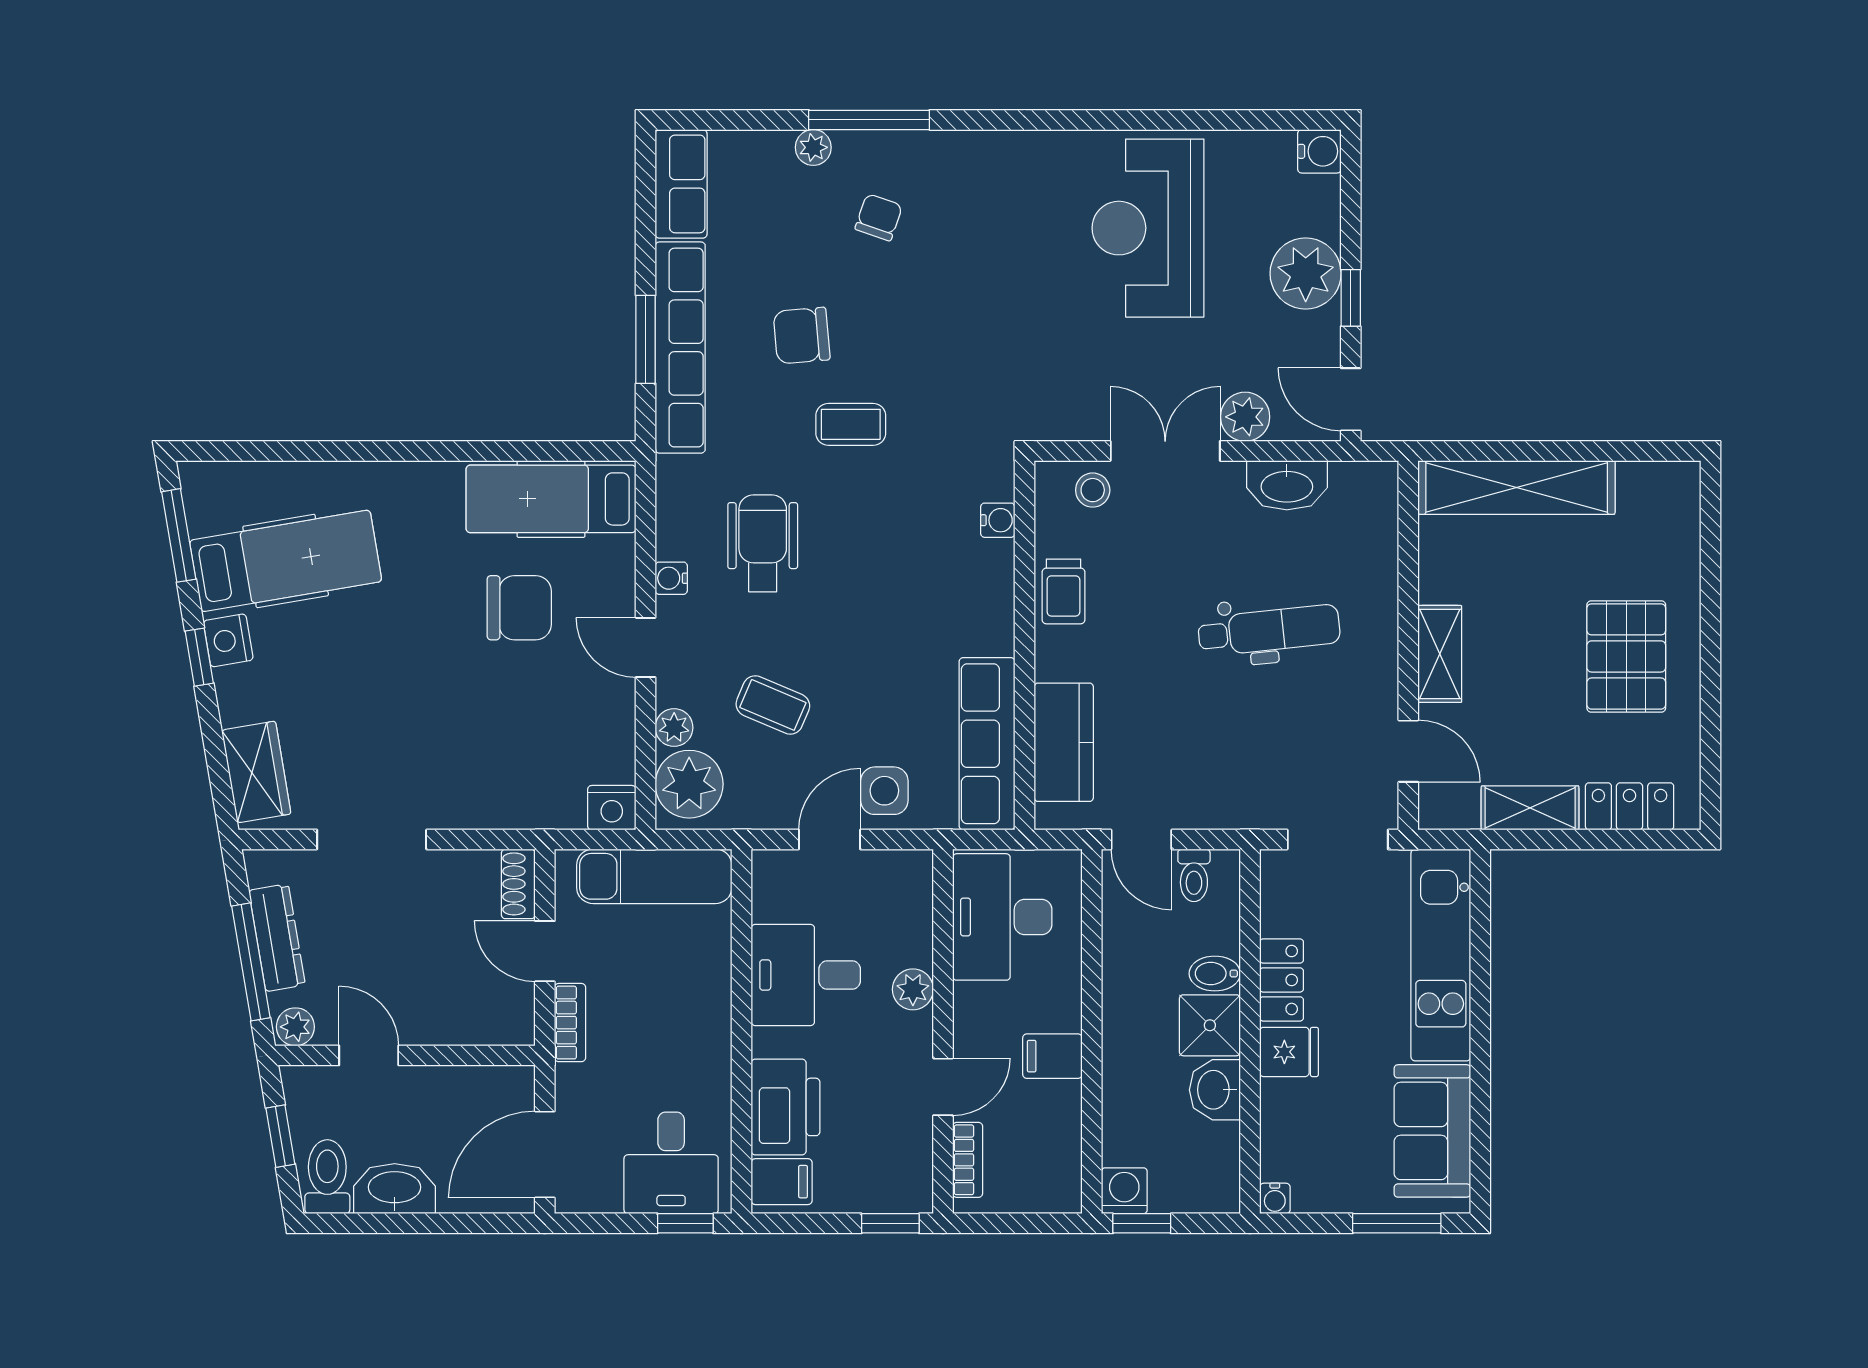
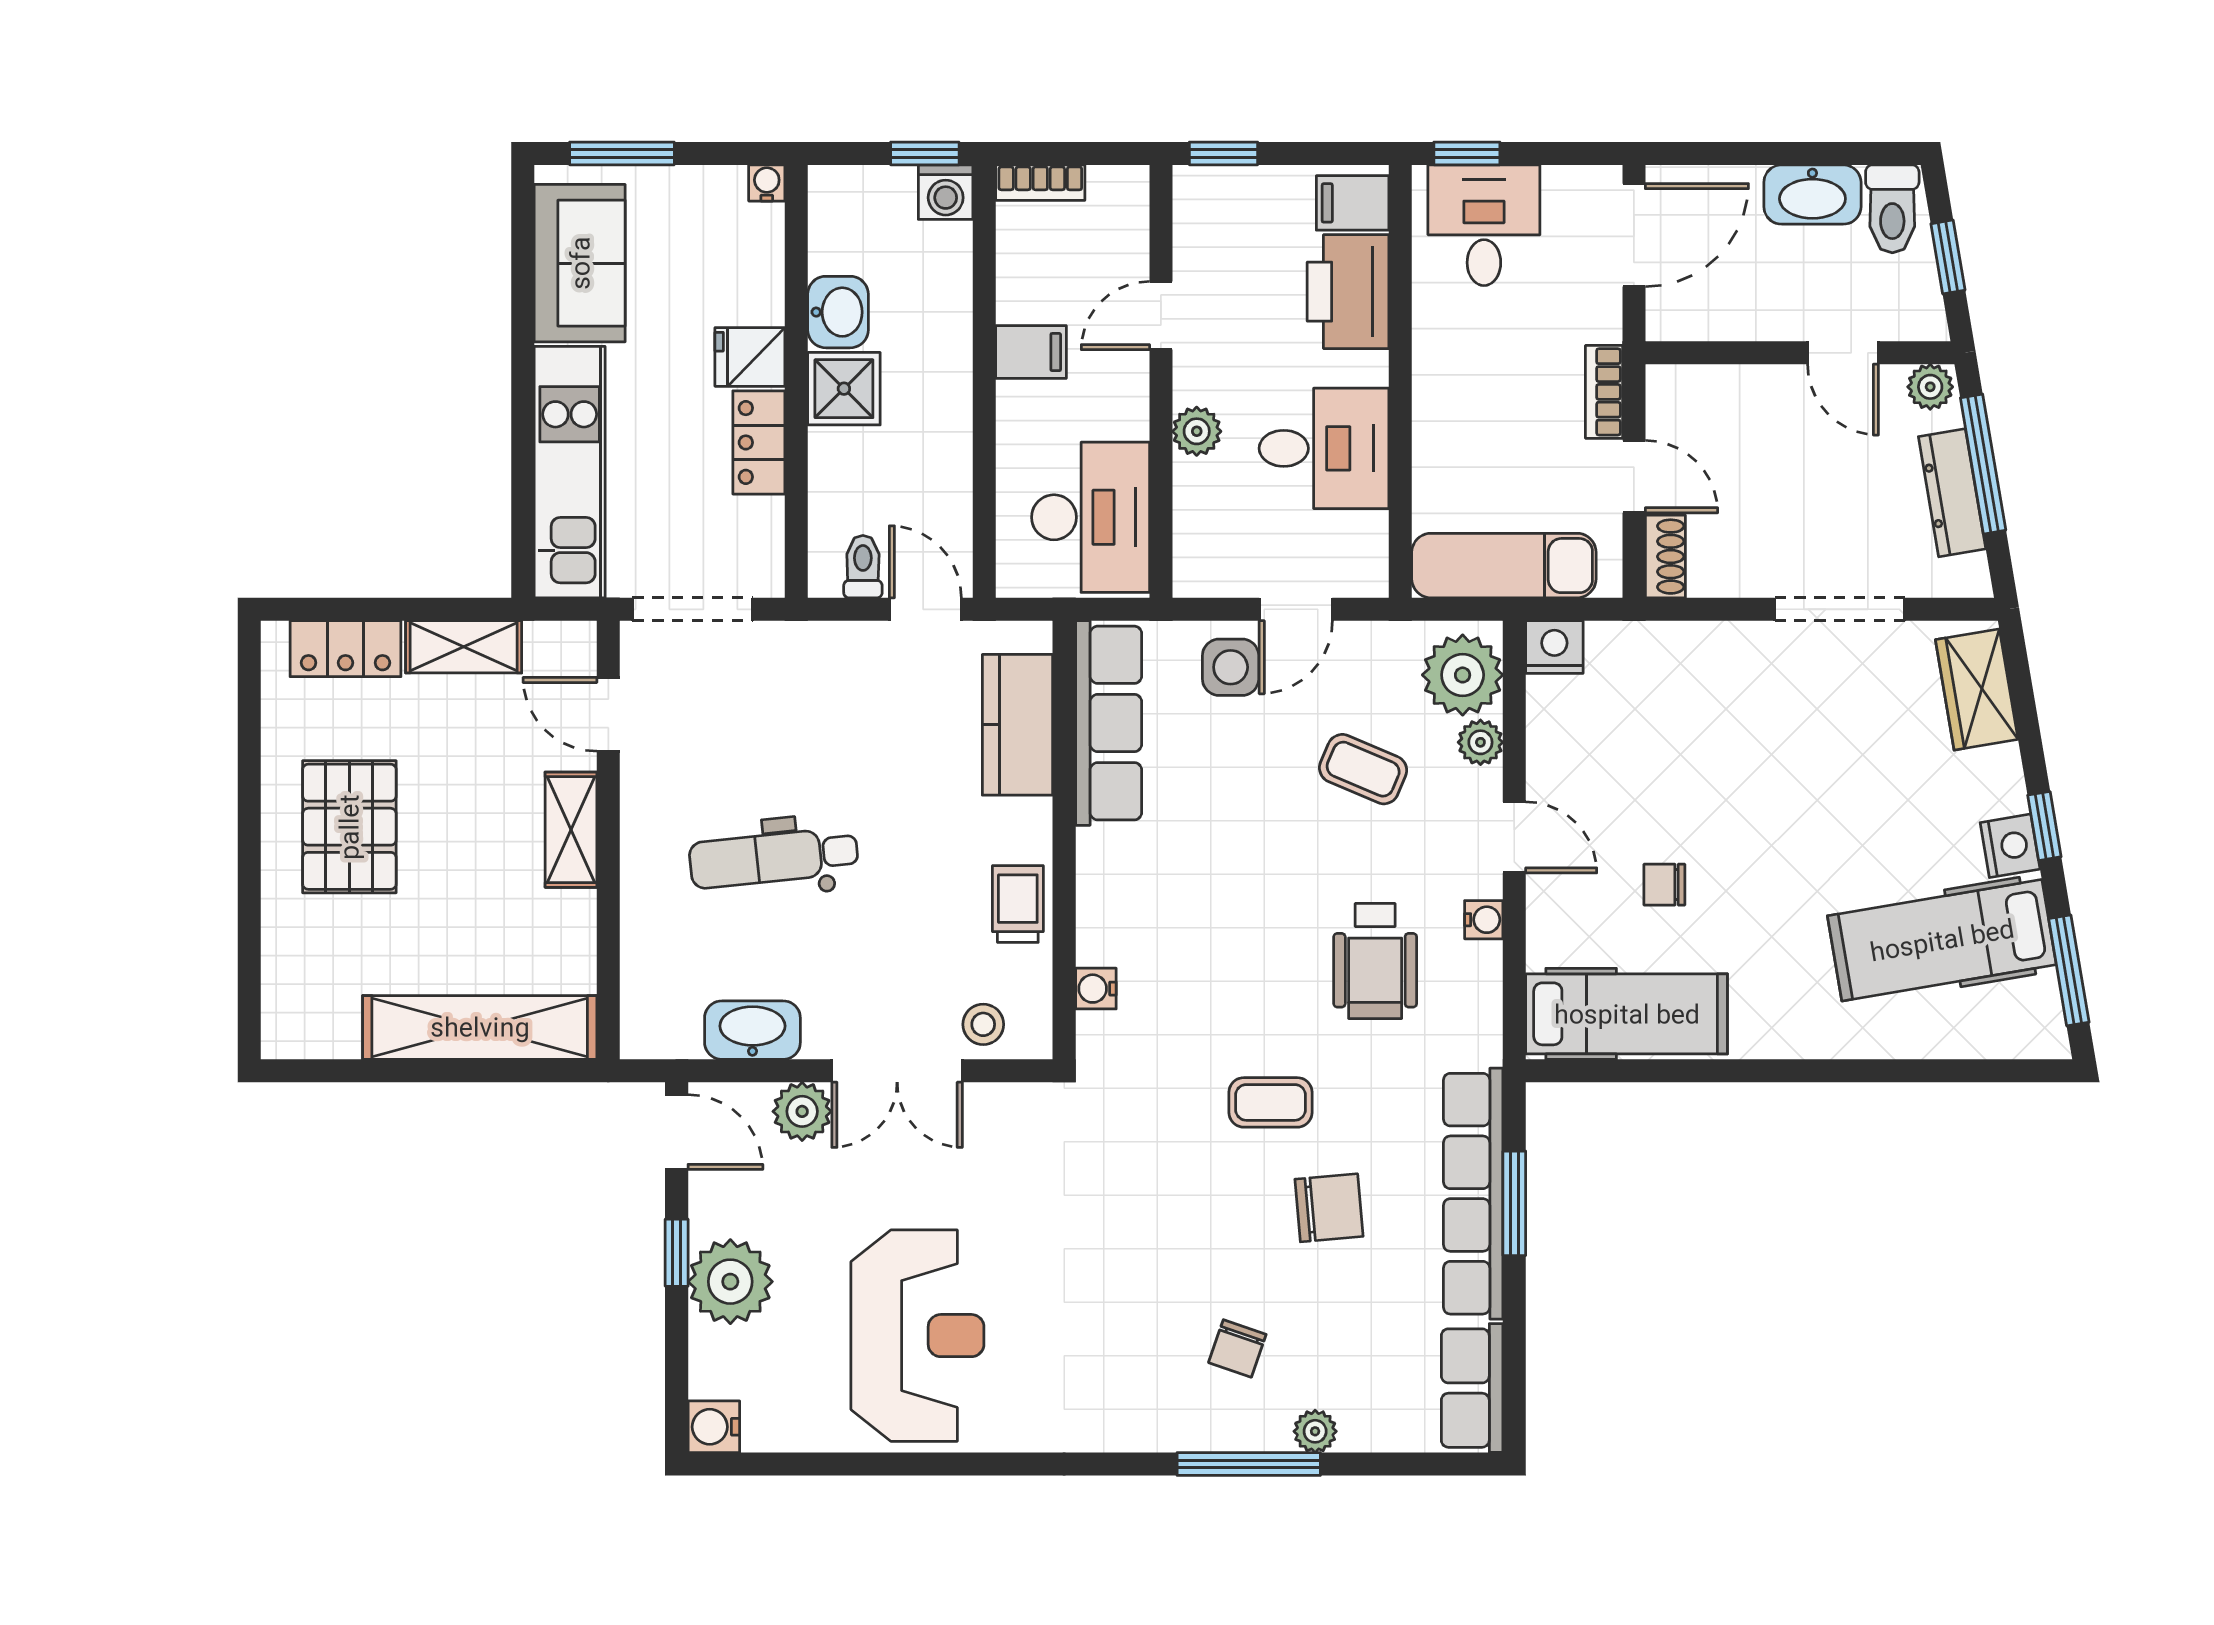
chair: (519, 608) -> (1664, 885), width x0.54, depth x0.54
bidet: (1215, 973) -> (838, 450), removed
bookcase: (968, 1160) -> (1040, 183), moved, turned -90

